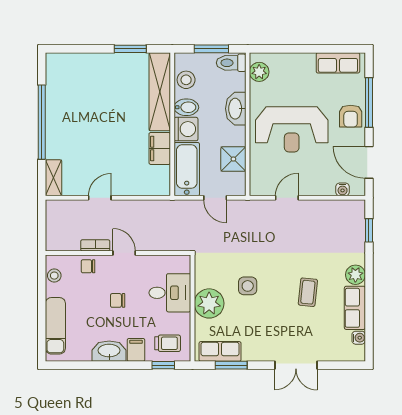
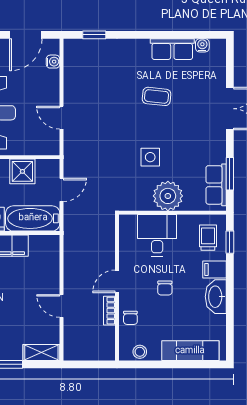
plant: (355, 275) -> (139, 49), removed

